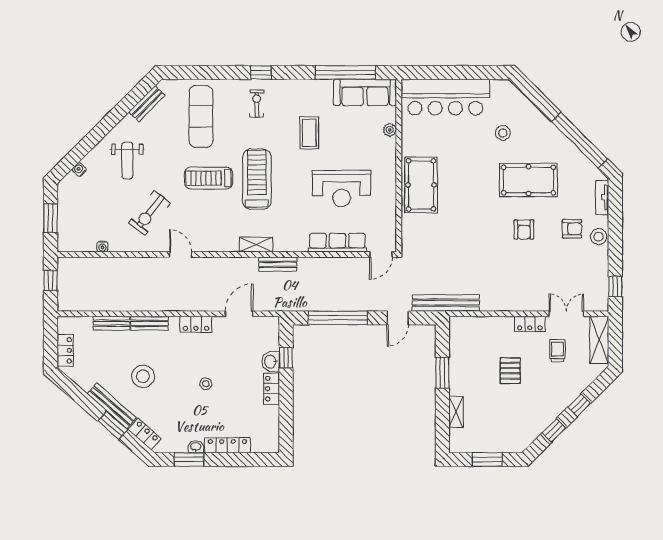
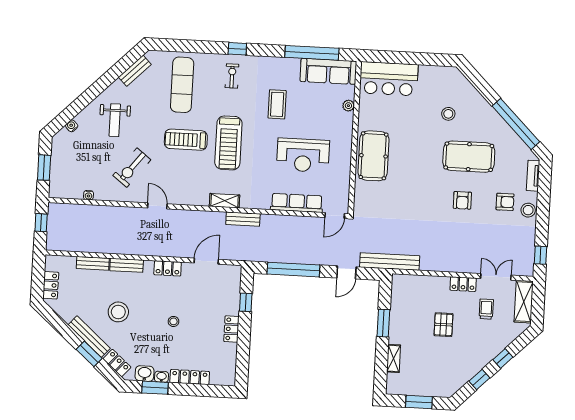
bar counter: (445, 97) -> (389, 79), width x0.73
treadmill: (257, 179) -> (228, 143), turned 180
washbasin: (271, 361) -> (145, 374), moved, turned 90

